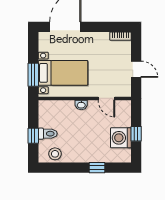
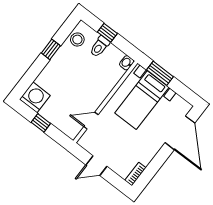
washbasin: (81, 105) -> (127, 63), moved
washing machine: (121, 138) -> (35, 97), moved
window: (97, 168) -> (51, 49), moved

